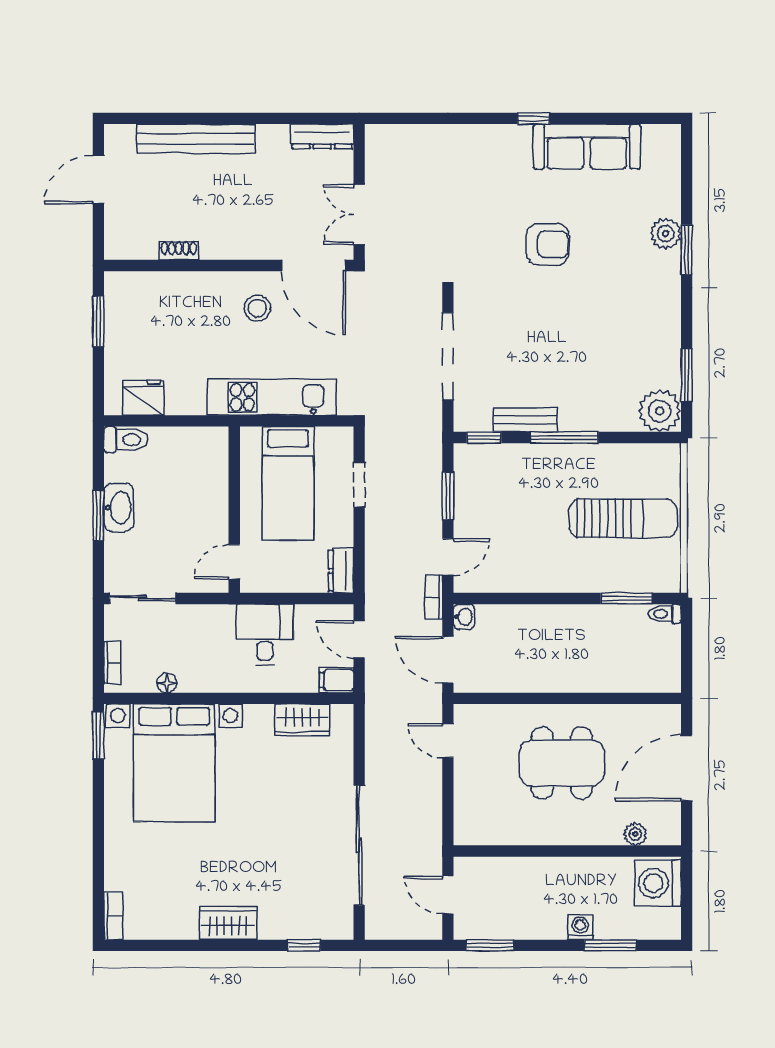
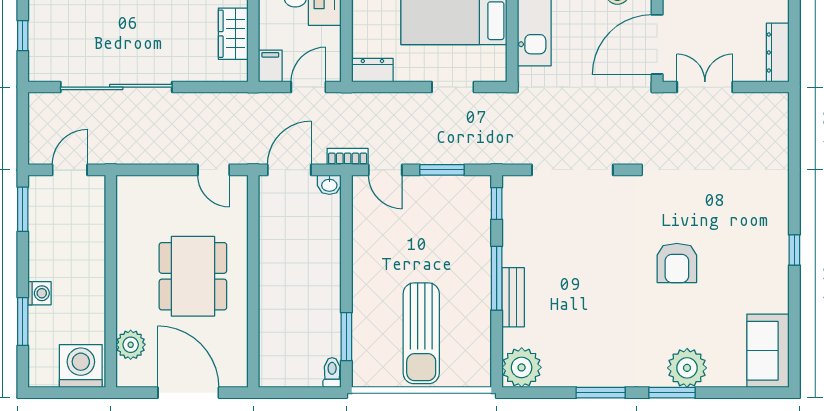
sofa: (587, 147) -> (768, 351), moved, width x0.73
plant: (666, 234) -> (687, 368), width x1.36, depth x1.36
window: (687, 375) -> (601, 393), moved
bench: (526, 420) -> (513, 297), moved
door: (448, 741) -> (214, 170), swing flipped
plant: (635, 834) -> (131, 345), width x1.38, depth x1.38

